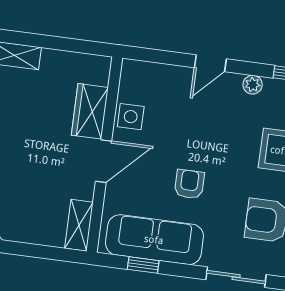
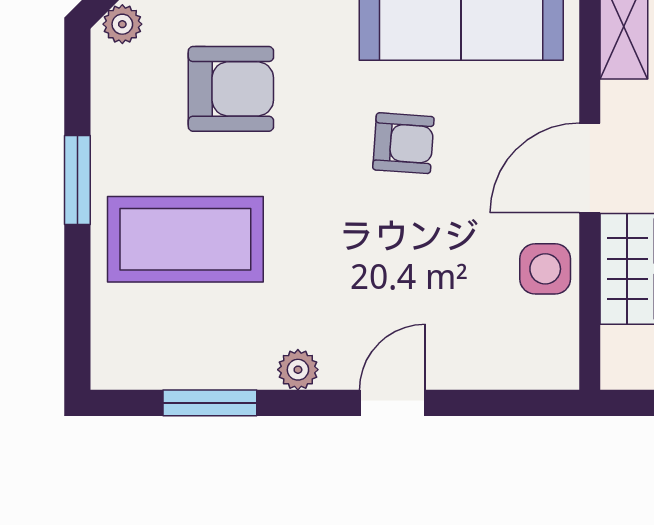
armchair: (189, 184) -> (403, 143), turned -86

